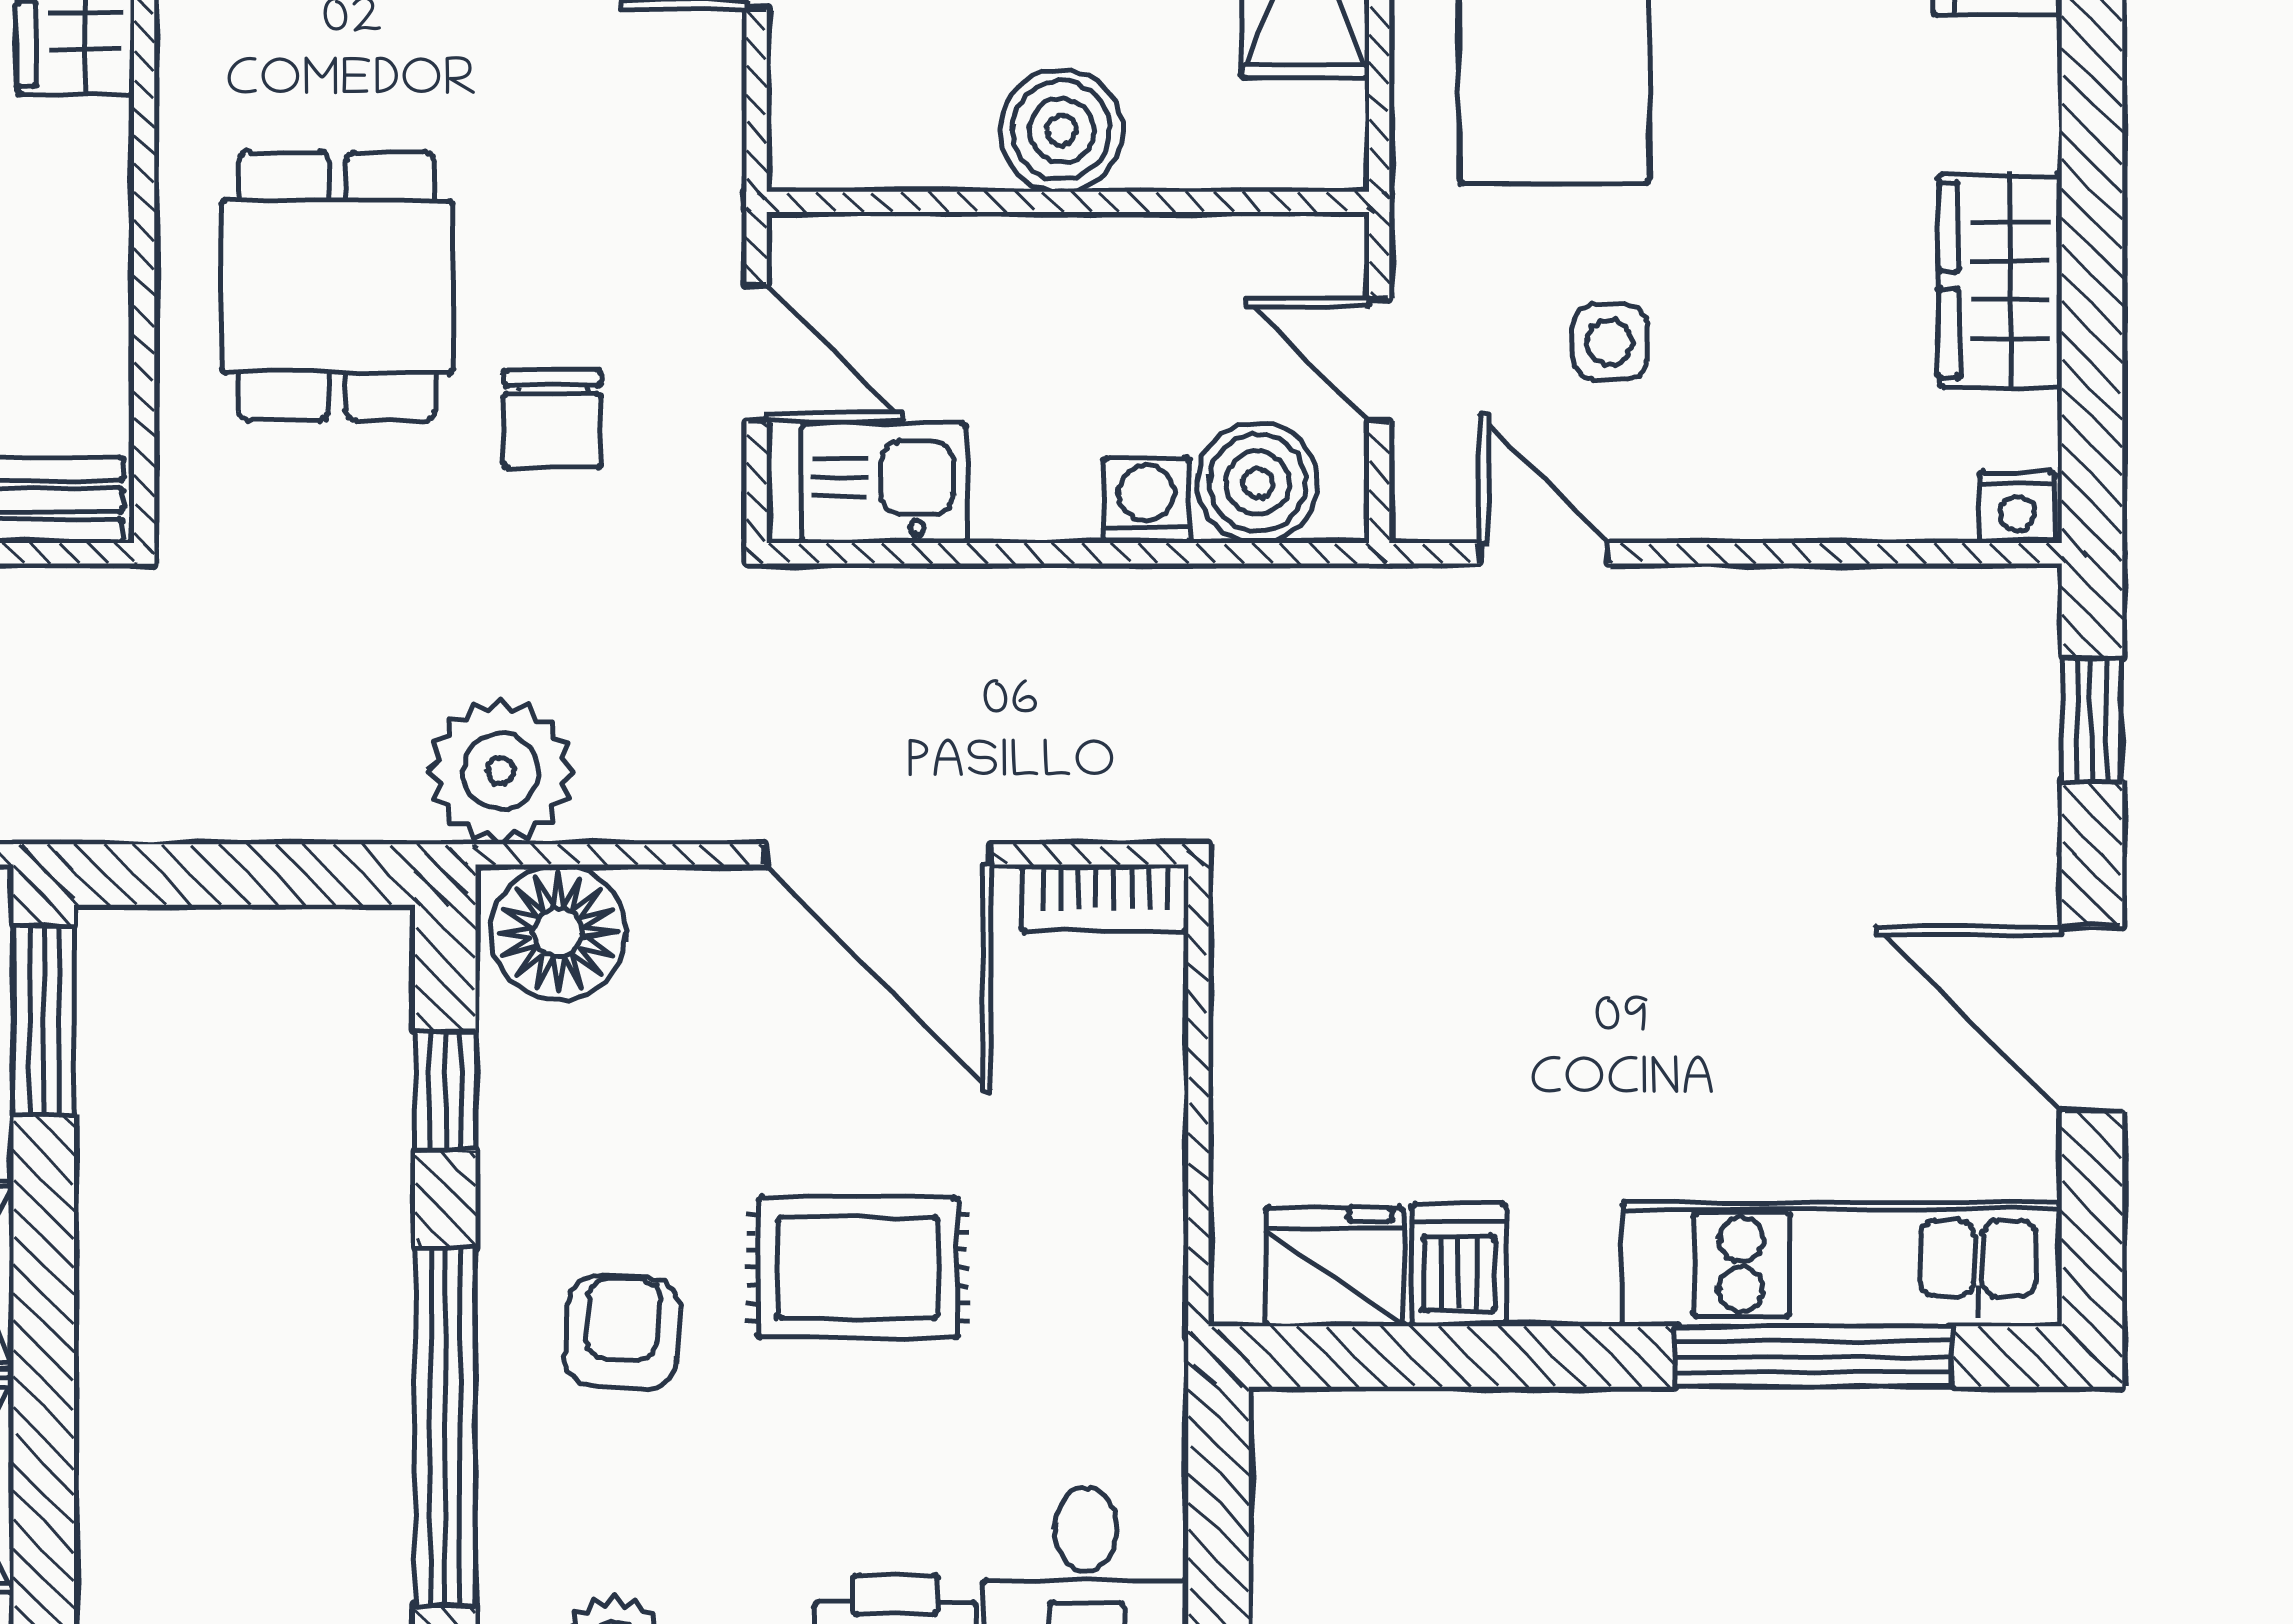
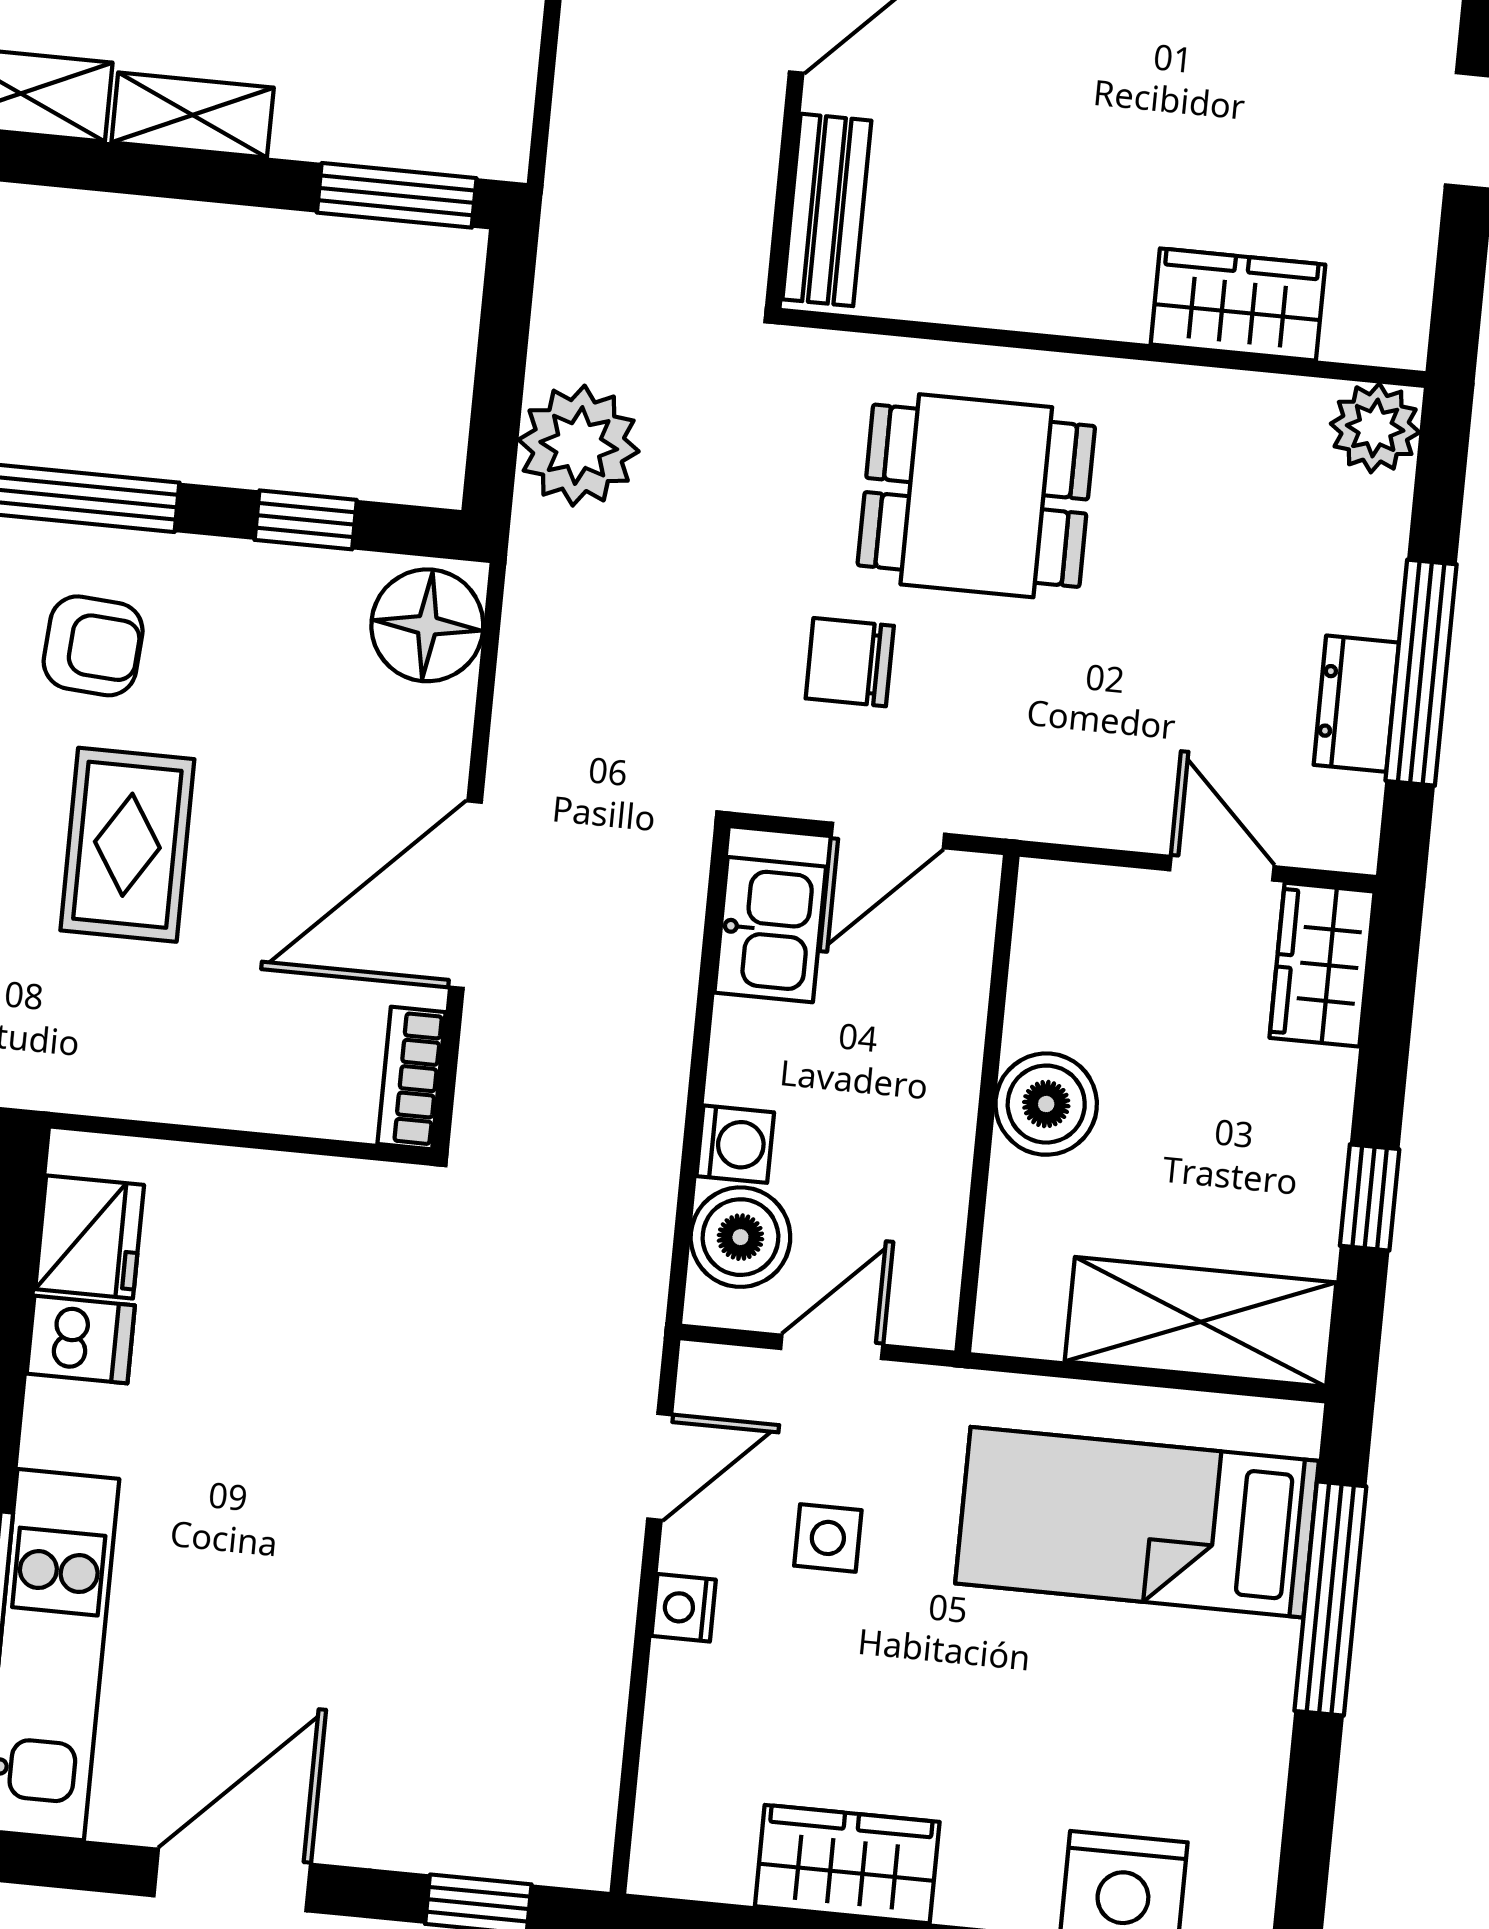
nightstand: (2017, 508) -> (684, 1608), moved
plant: (501, 771) -> (579, 446), moved

